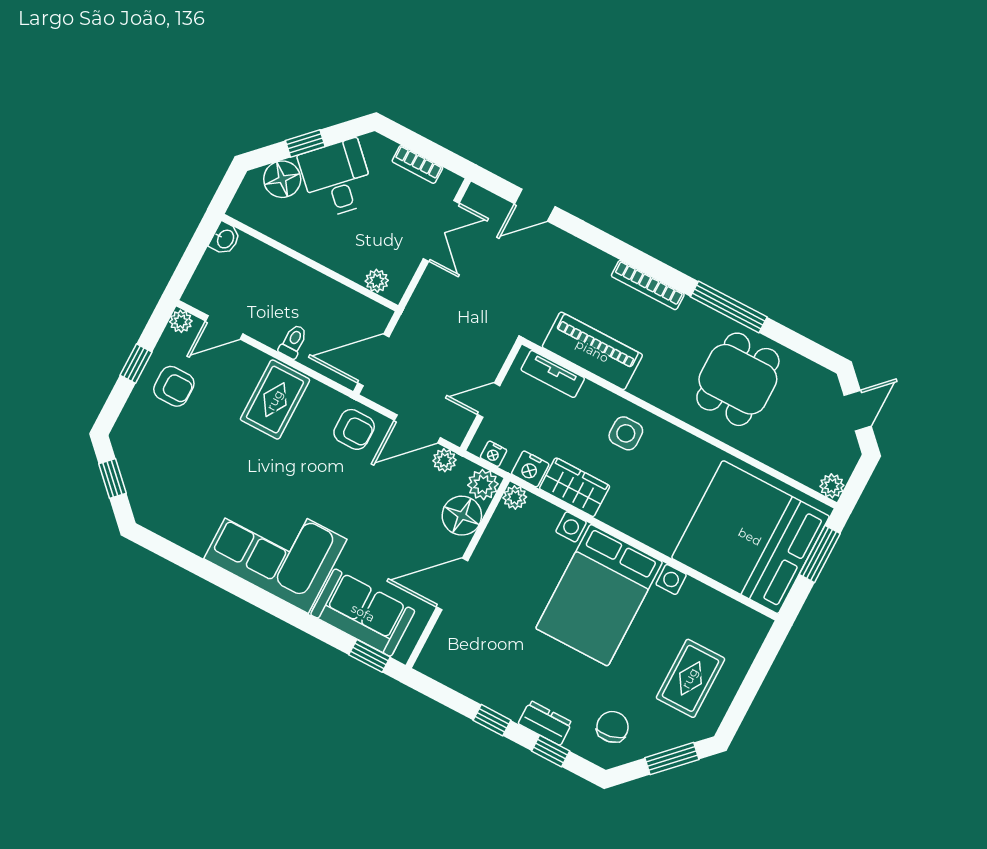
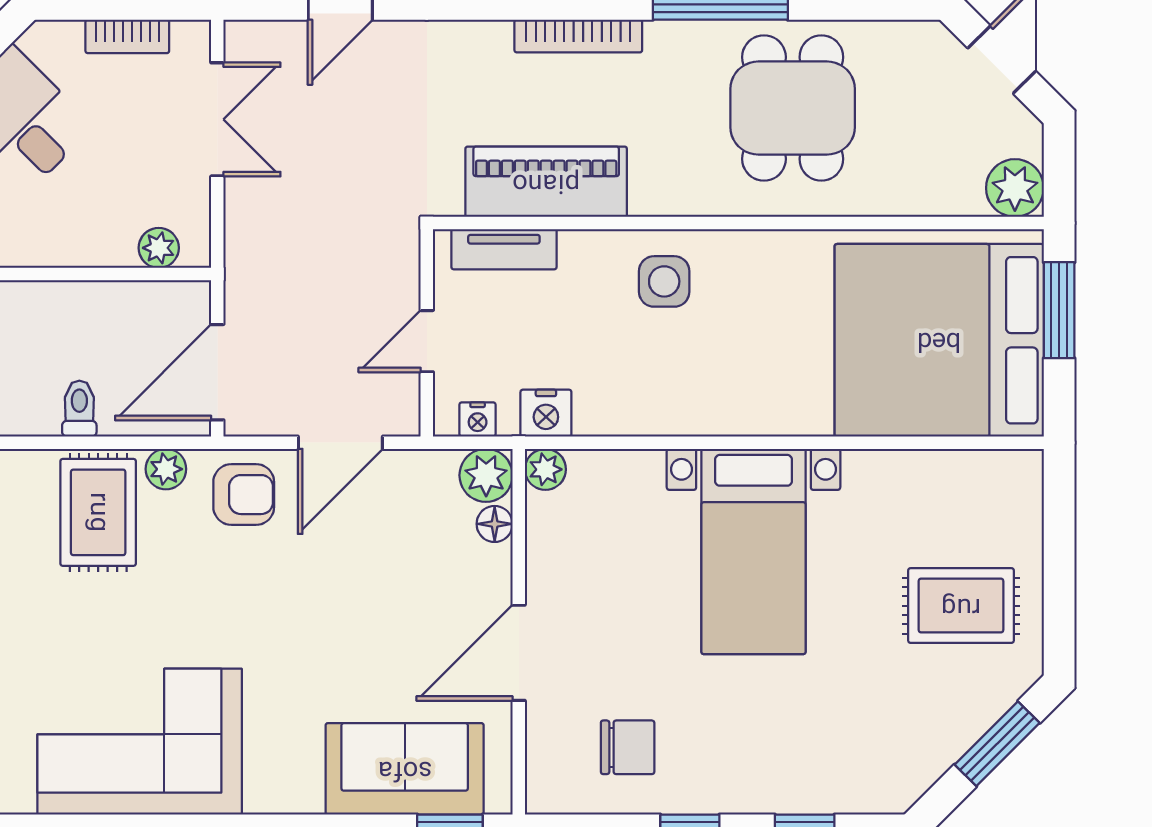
plant: (444, 460) -> (166, 469), moved
plant: (832, 486) -> (1015, 188), width x1.38, depth x1.38
wardrobe: (575, 487) -> (629, 406), removed
floor lamp: (462, 516) -> (495, 524), width x0.53, depth x0.53
corner sofa: (275, 549) -> (140, 742), moved
bed with nightstands: (599, 595) -> (753, 551), width x0.73
rug: (690, 678) -> (961, 606), turned 90
dresser: (545, 723) -> (774, 791), removed
chair: (613, 727) -> (628, 747), moved, turned 102

